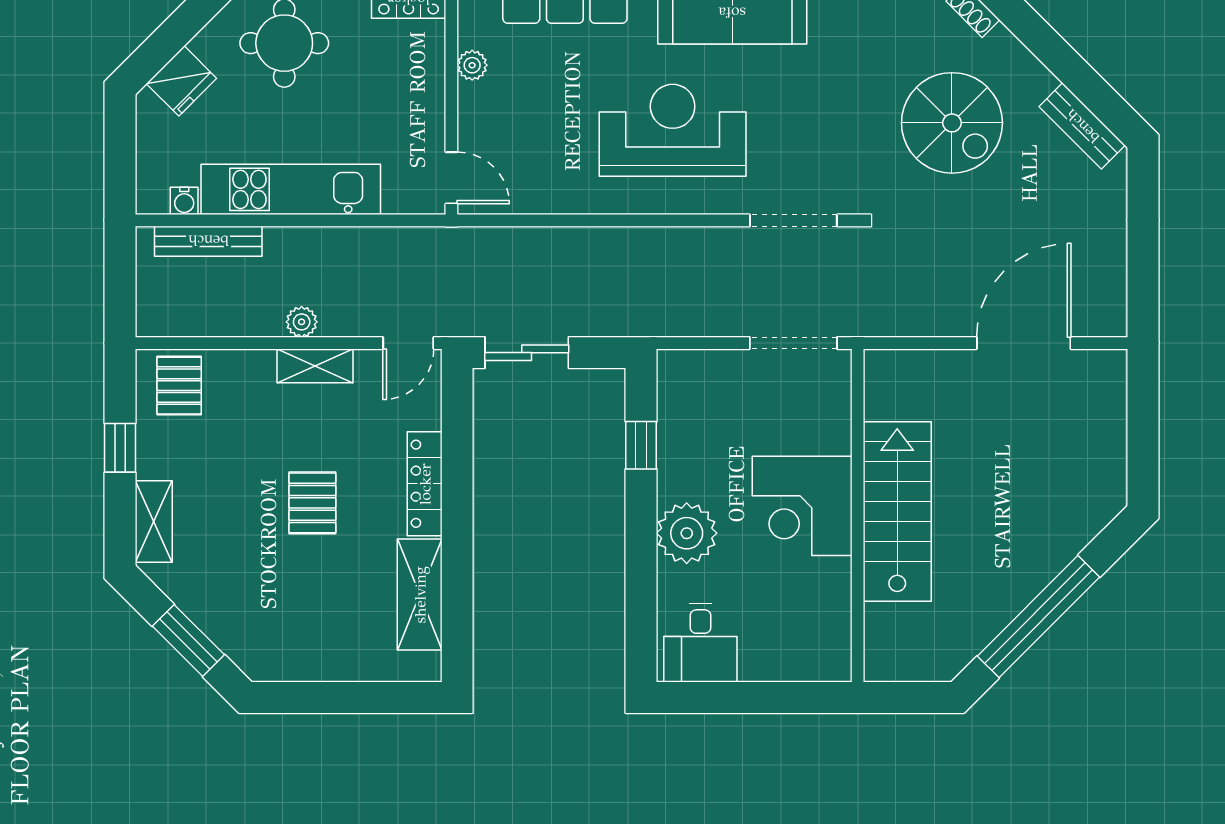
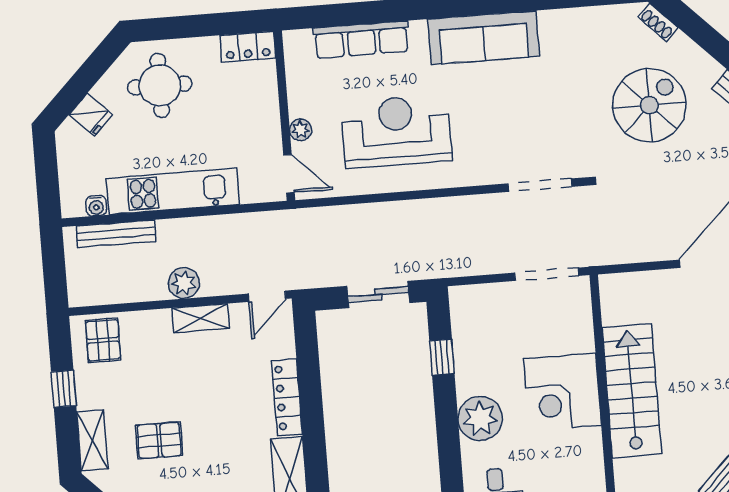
plant: (472, 65) -> (301, 130), moved
fridge: (181, 81) -> (91, 115), width x0.72
spiral stairs: (952, 123) -> (649, 105), turned -90
reception desk: (673, 130) -> (397, 131), moved
plant: (302, 322) -> (184, 283), width x1.38, depth x1.38
sliding door: (527, 353) -> (378, 294), moved
pallet: (312, 503) -> (159, 440), moved, turned 90

